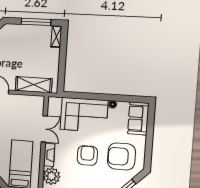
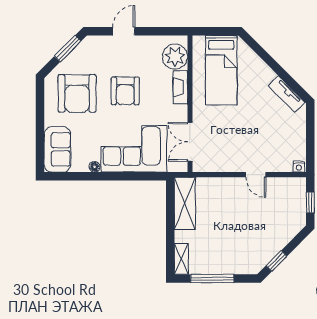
shelving: (34, 85) -> (185, 203), moved, turned 90
double door: (44, 129) -> (190, 142), moved
armchair: (121, 156) -> (77, 93), turned 90

